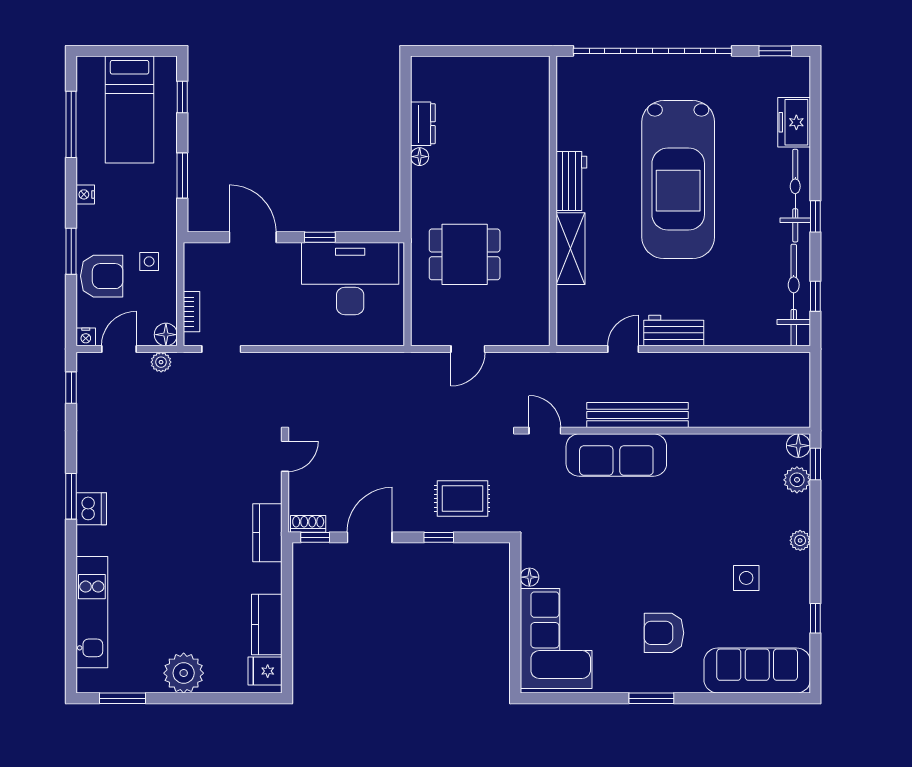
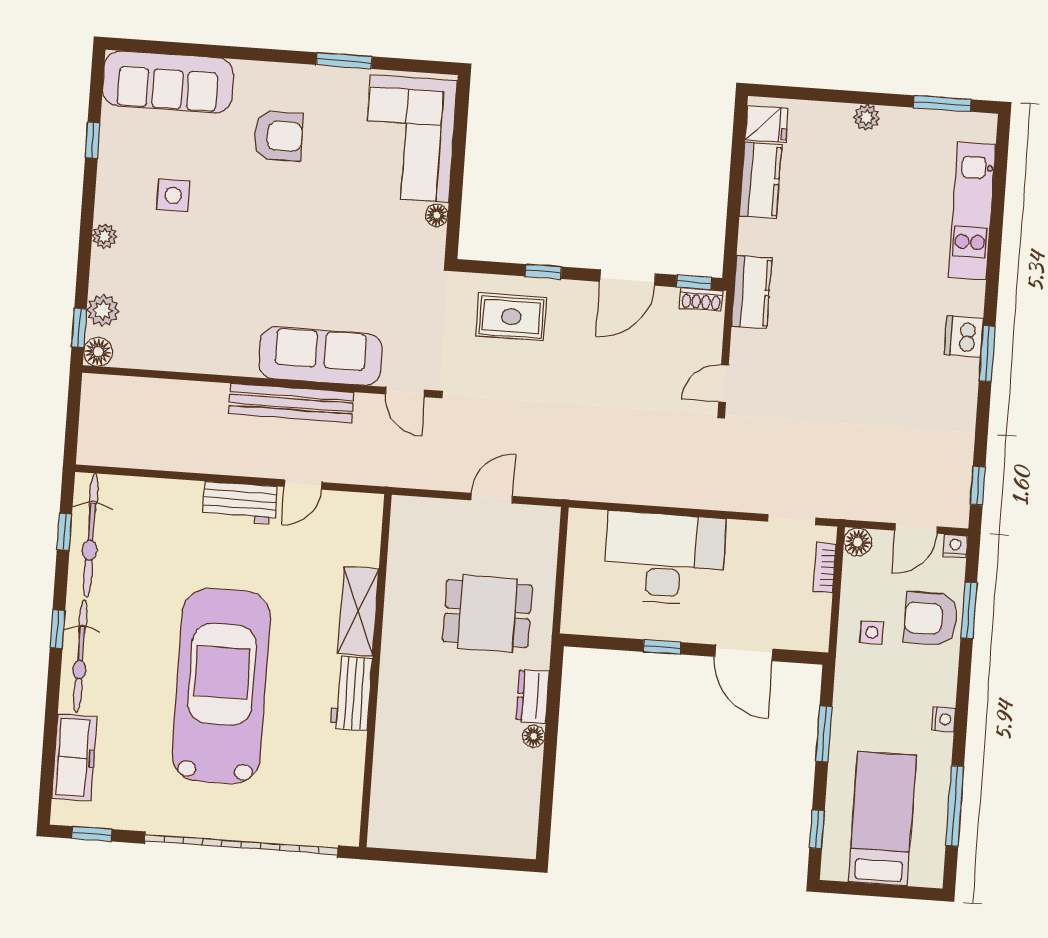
freezer: (794, 122) -> (74, 757), width x1.40
dresser: (423, 124) -> (533, 696), moved
window: (71, 251) -> (969, 610), moved
desk: (350, 279) -> (664, 558), moved, turned 180
plant: (161, 362) -> (866, 509), removed
plant: (184, 673) -> (866, 117), width x0.53, depth x0.53
window: (651, 698) -> (344, 61), moved

